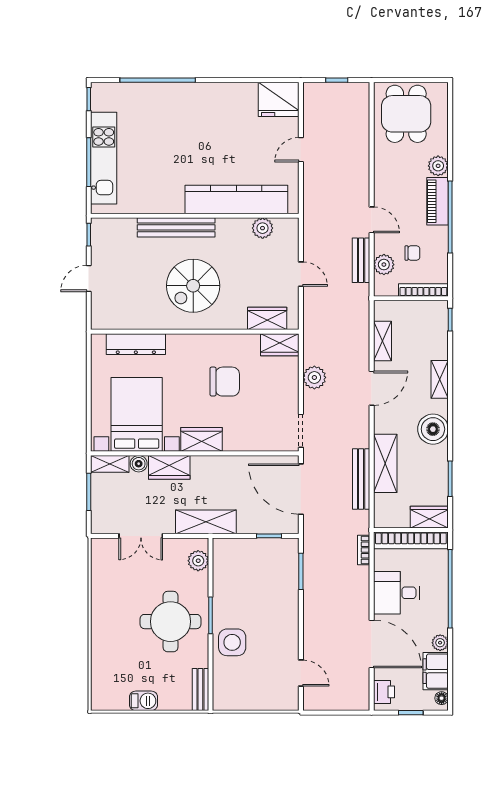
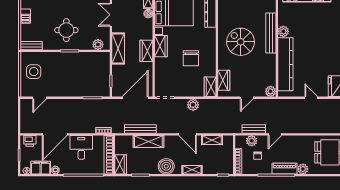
plant: (173, 203) -> (283, 31), added
plant: (263, 228) -> (271, 91), moved
wardrobe: (169, 467) -> (146, 51), moved
round table: (170, 622) -> (66, 30), width x0.73, depth x0.73
side table: (232, 642) -> (34, 72), moved

